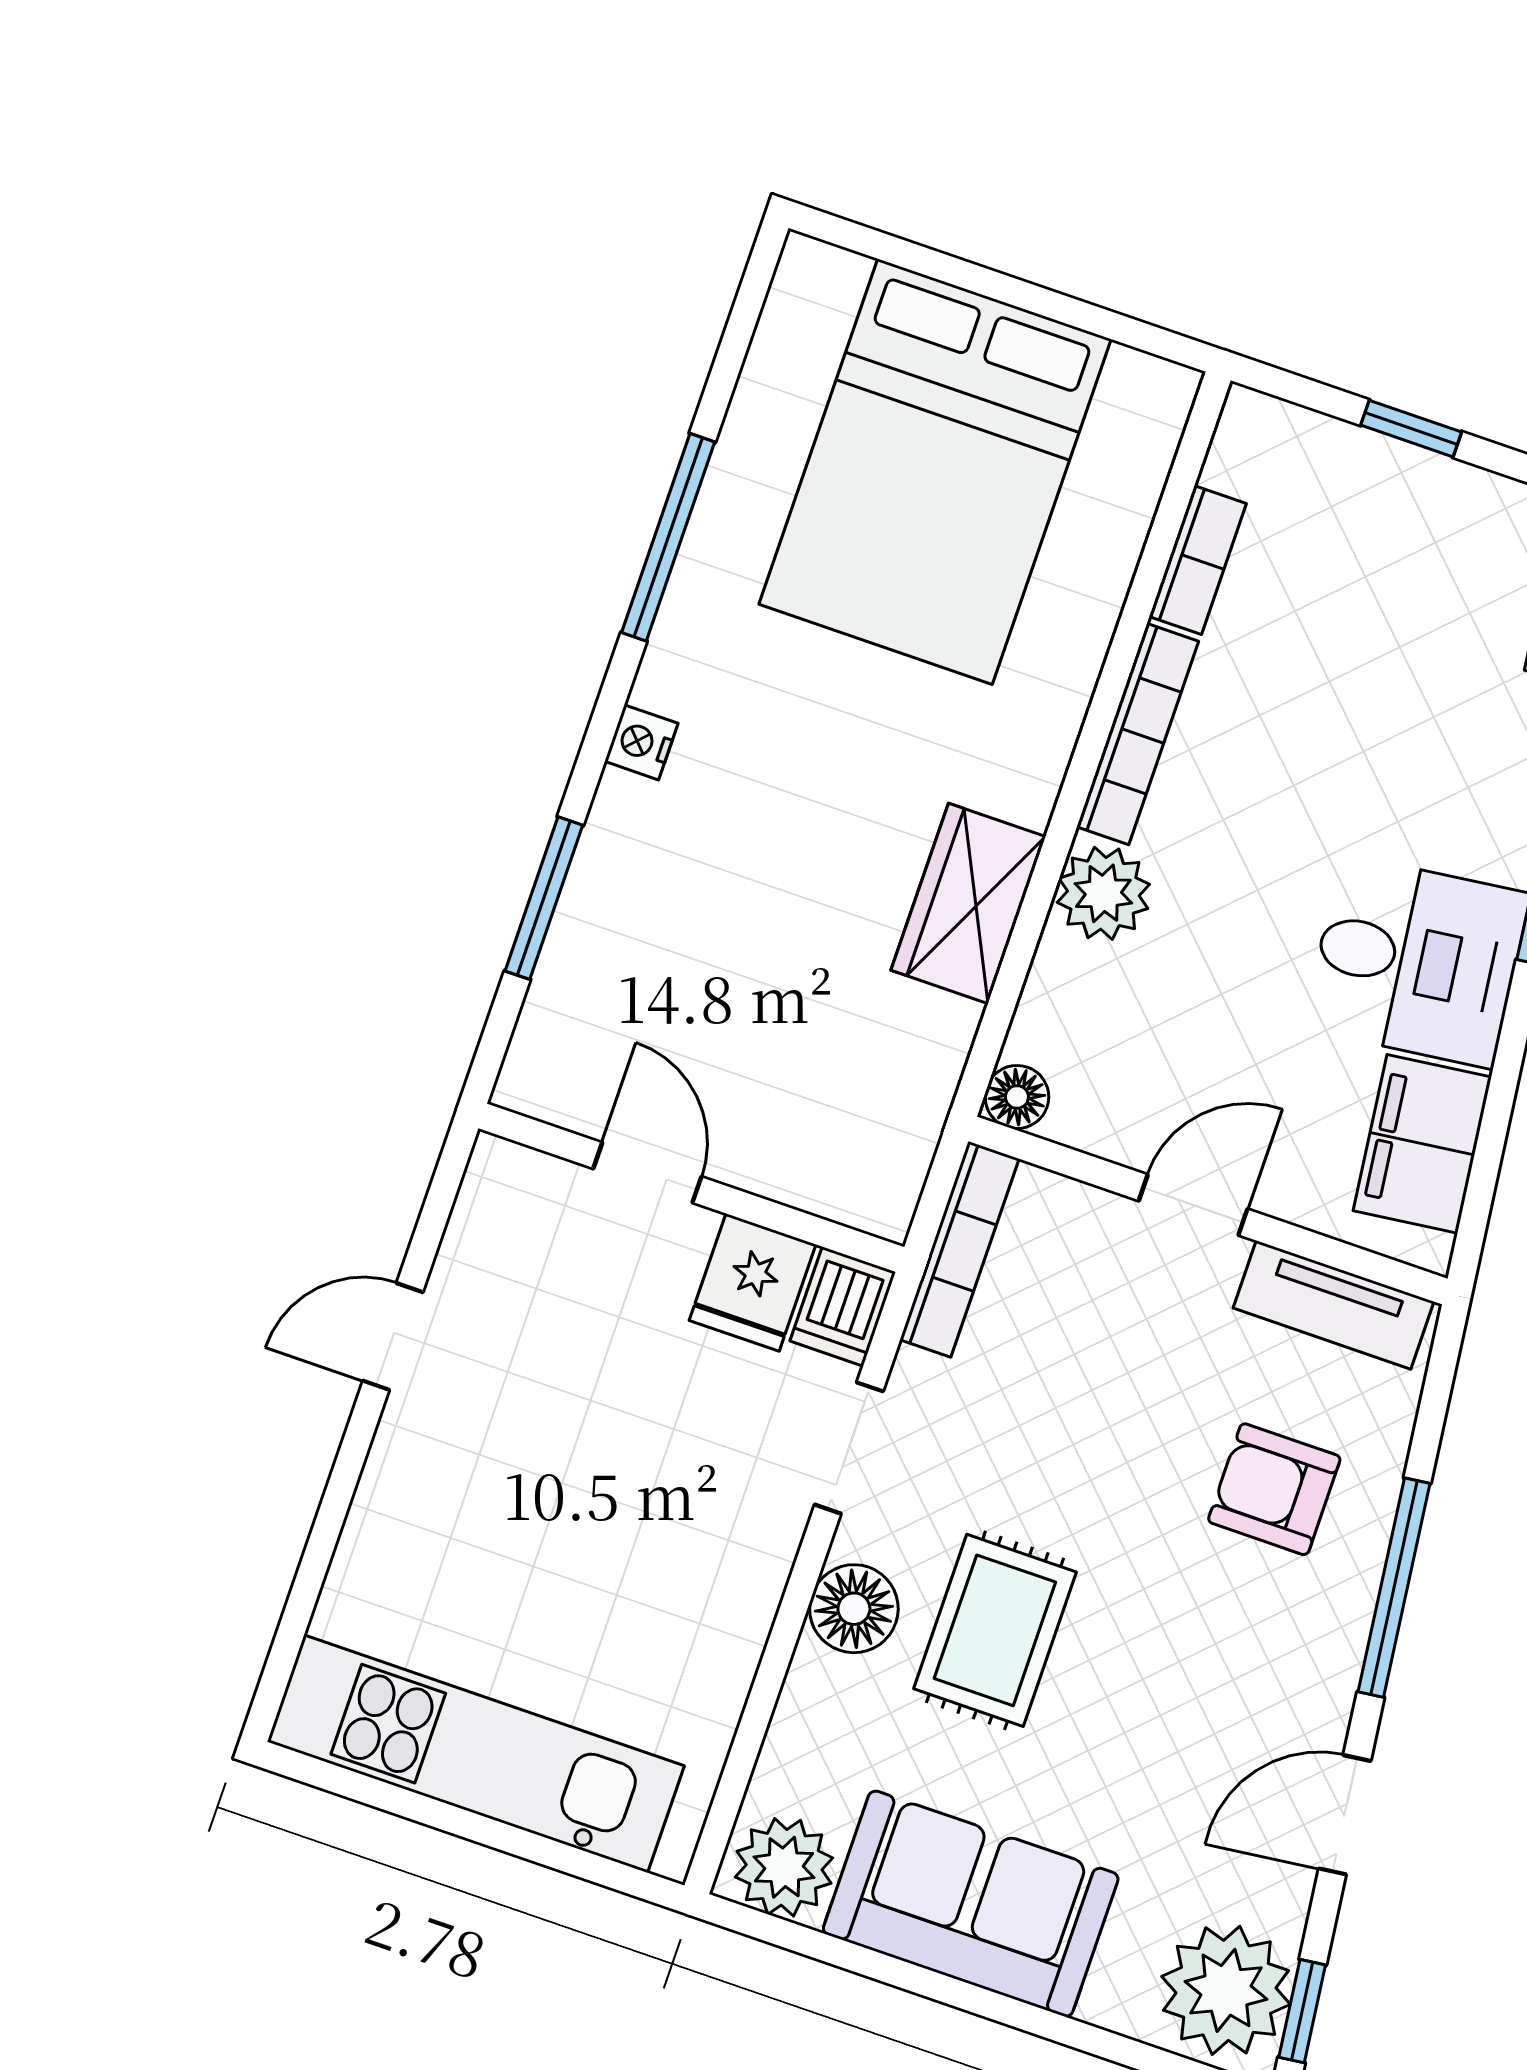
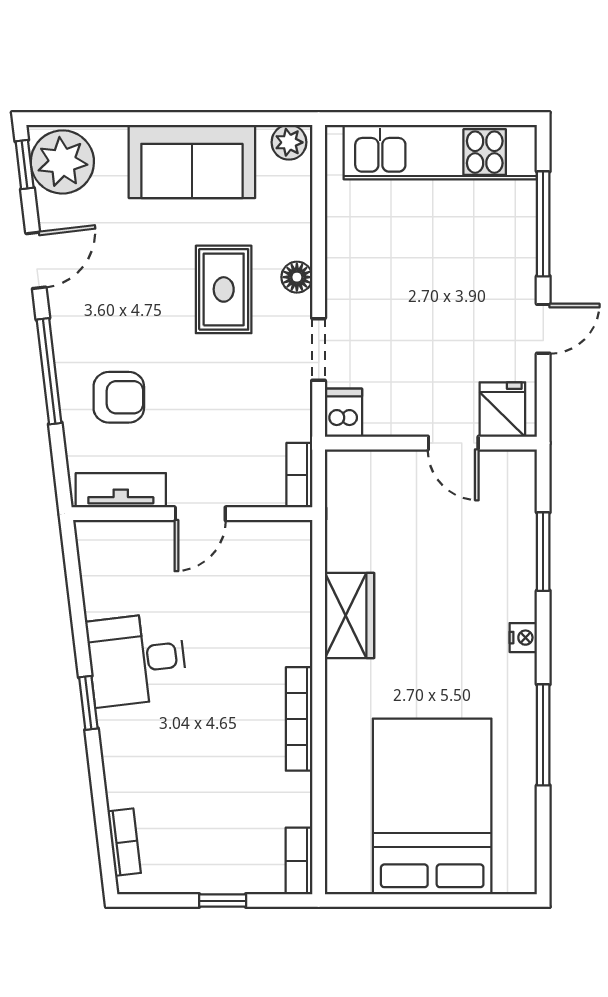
bookcase: (1198, 560) -> (299, 861), moved
plant: (1103, 893) -> (290, 641), removed
floor lamp: (1017, 1097) -> (297, 535), removed
filing cabinet: (1422, 1144) -> (106, 577), removed
bookcase: (959, 1249) -> (299, 475), width x0.64
fridge: (753, 1282) -> (502, 410), moved
window: (322, 1543) -> (543, 224), added
floor lamp: (854, 1609) -> (297, 277), width x0.73, depth x0.73
plant: (784, 1867) -> (289, 142), width x0.73, depth x0.73

